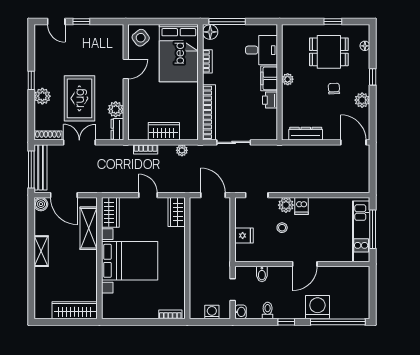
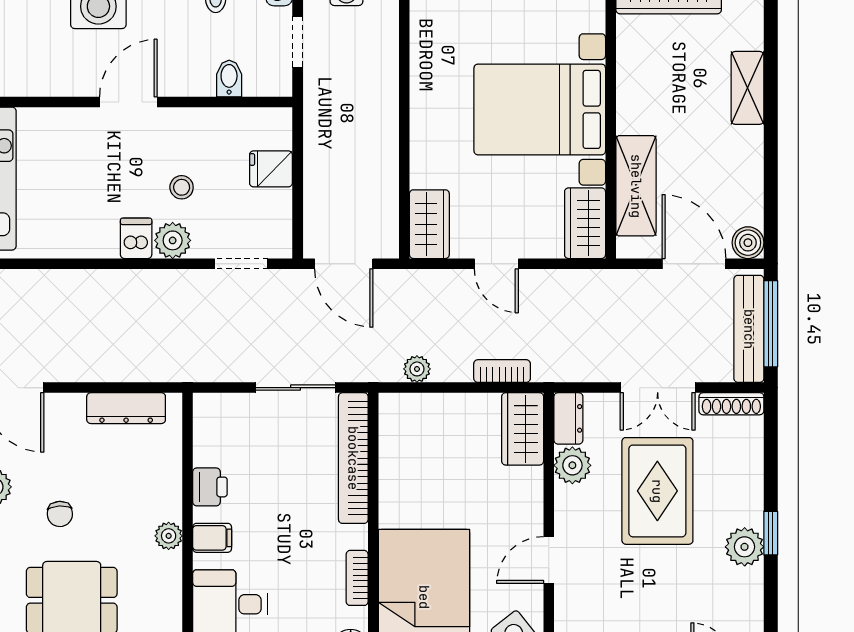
filing cabinet: (269, 78) -> (212, 538), width x0.50
plant: (42, 96) -> (745, 547), moved
wardrobe: (164, 131) -> (523, 429), moved, turned 90
shelving: (41, 251) -> (747, 88), moved

